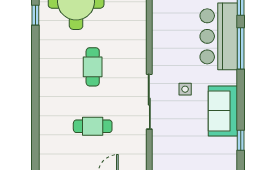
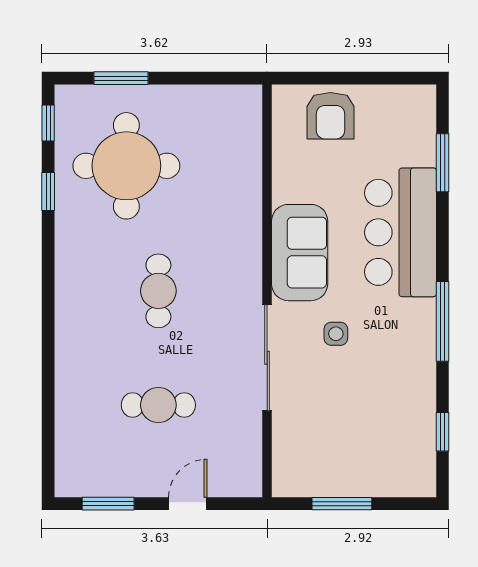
window: (241, 48) -> (443, 321), moved
sofa: (223, 111) -> (300, 253), moved, turned 180

